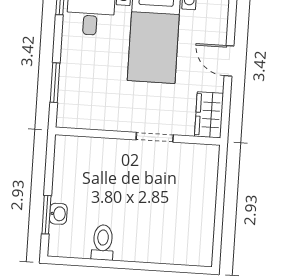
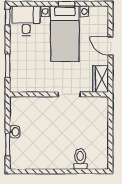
washbasin: (58, 214) -> (15, 132), moved
toilet: (103, 242) -> (80, 159), moved

